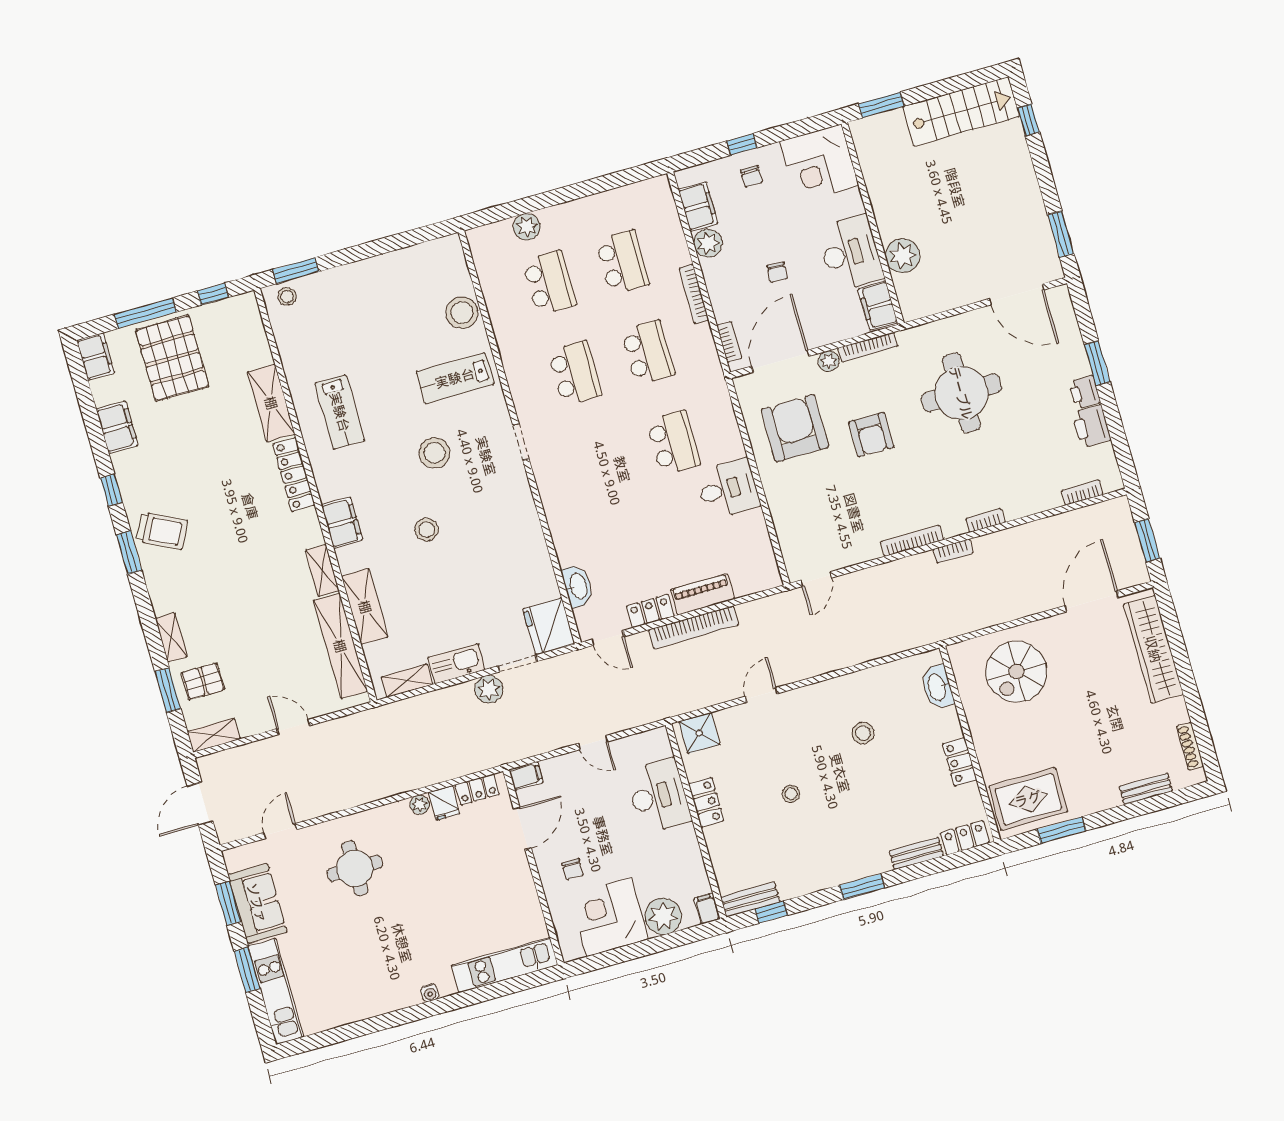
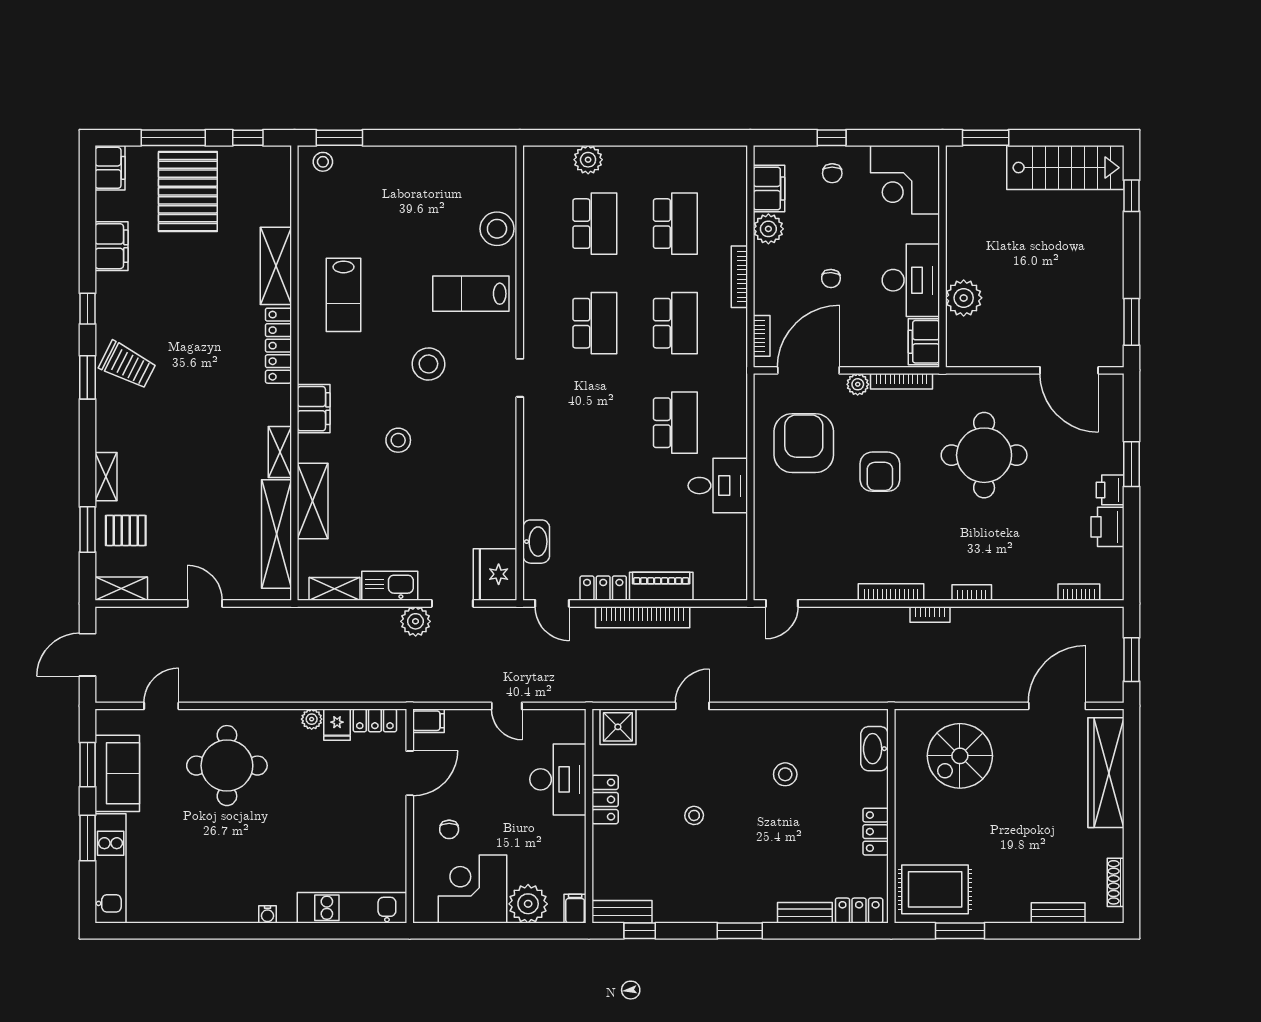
round table: (355, 868) -> (227, 766), width x1.36, depth x1.36

